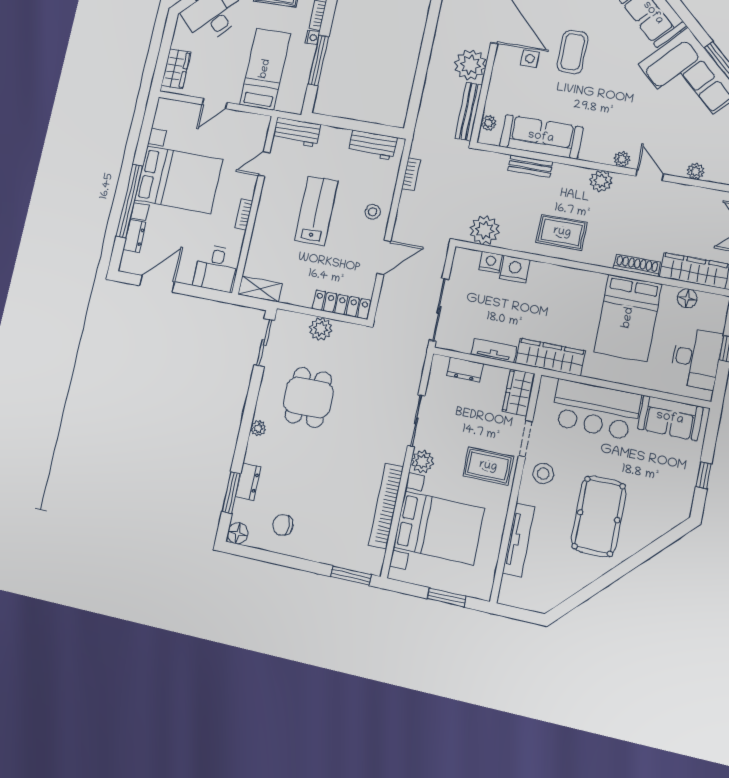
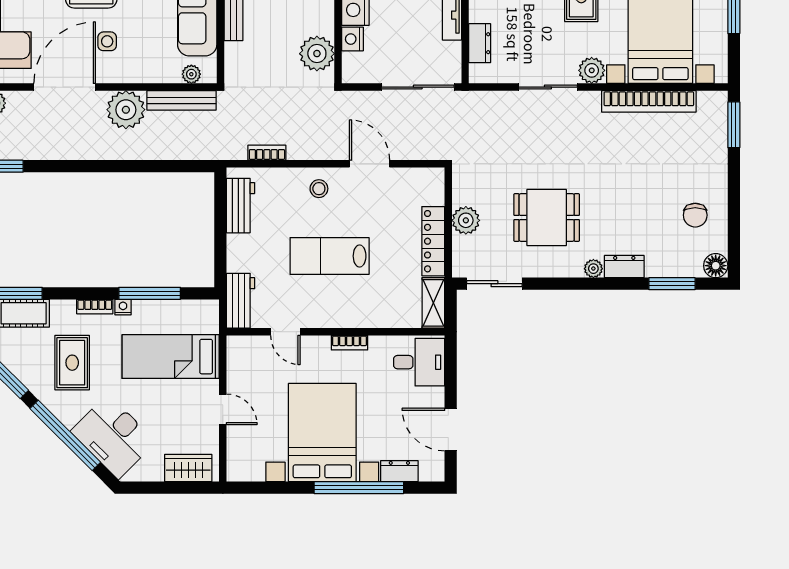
locker: (341, 305) -> (433, 241), moved
dresser: (248, 482) -> (624, 267), moved

